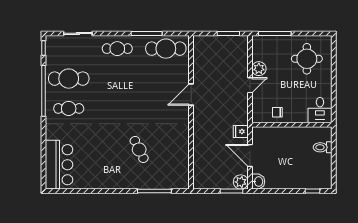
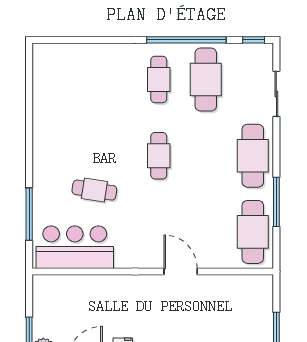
cafe table: (117, 49) -> (253, 156), width x1.37, depth x1.35
cafe table: (117, 108) -> (159, 156), added
cafe table: (139, 149) -> (94, 190), turned 35
bar counter: (59, 165) -> (75, 247), moved, turned 180

